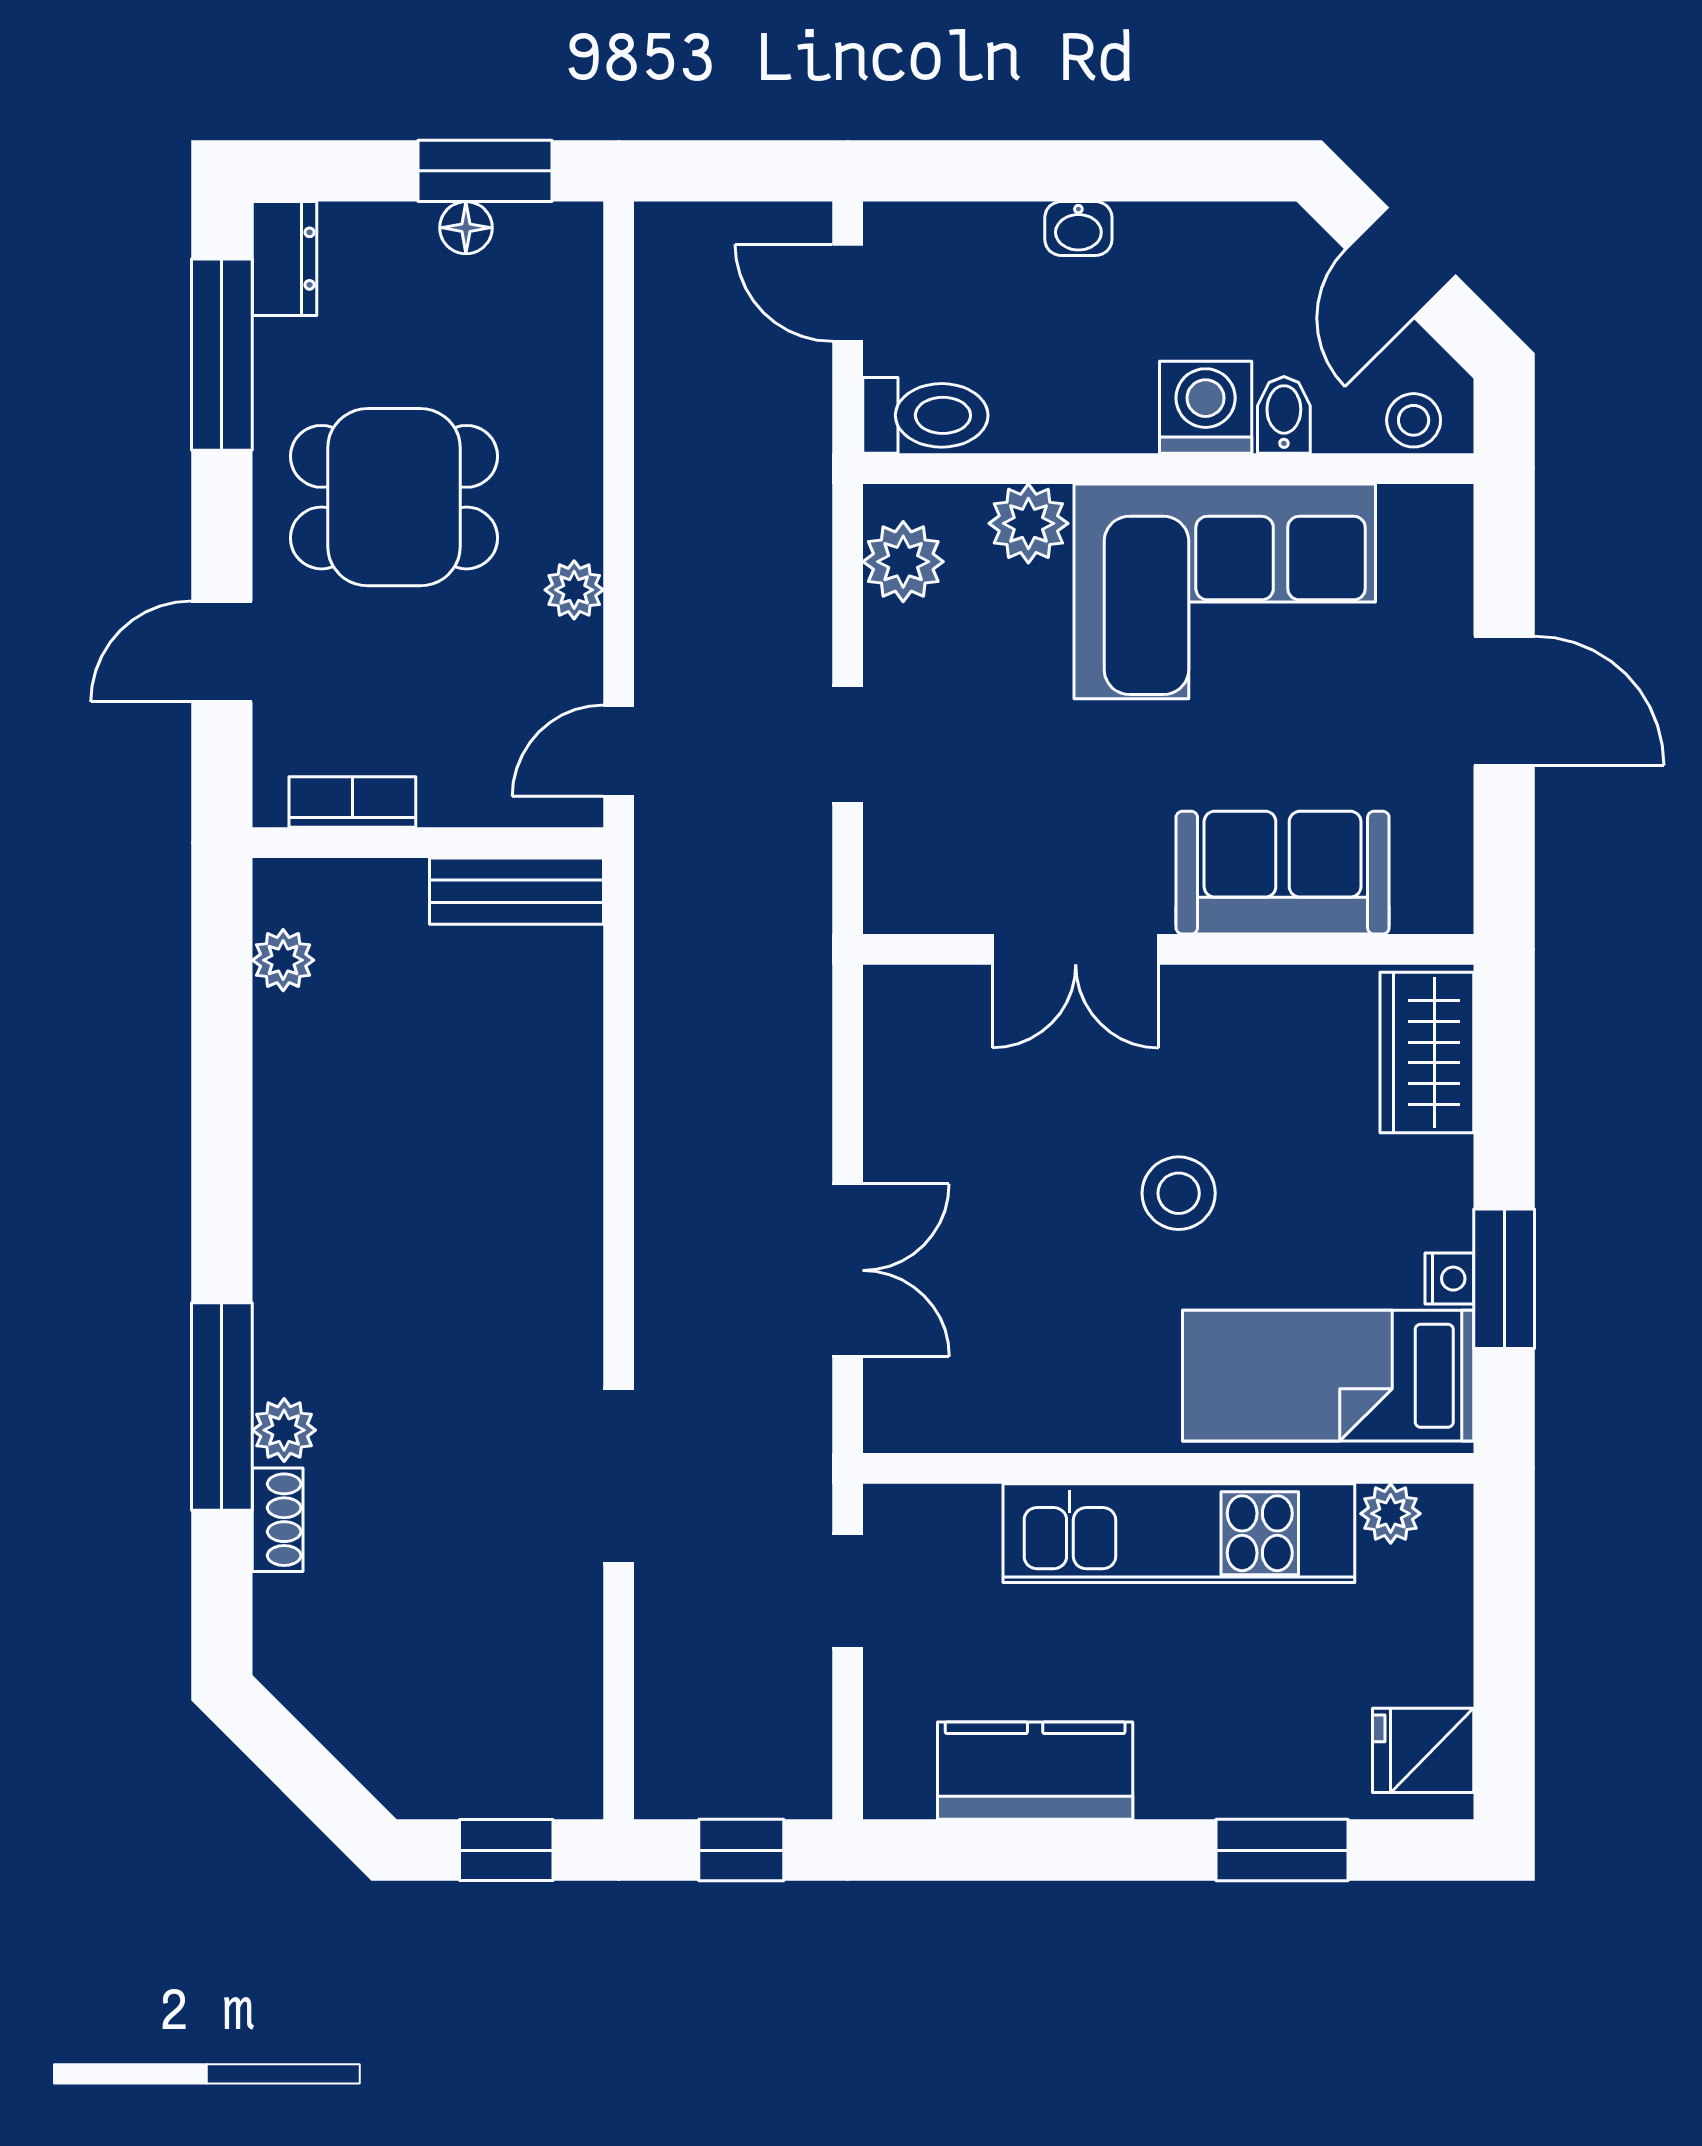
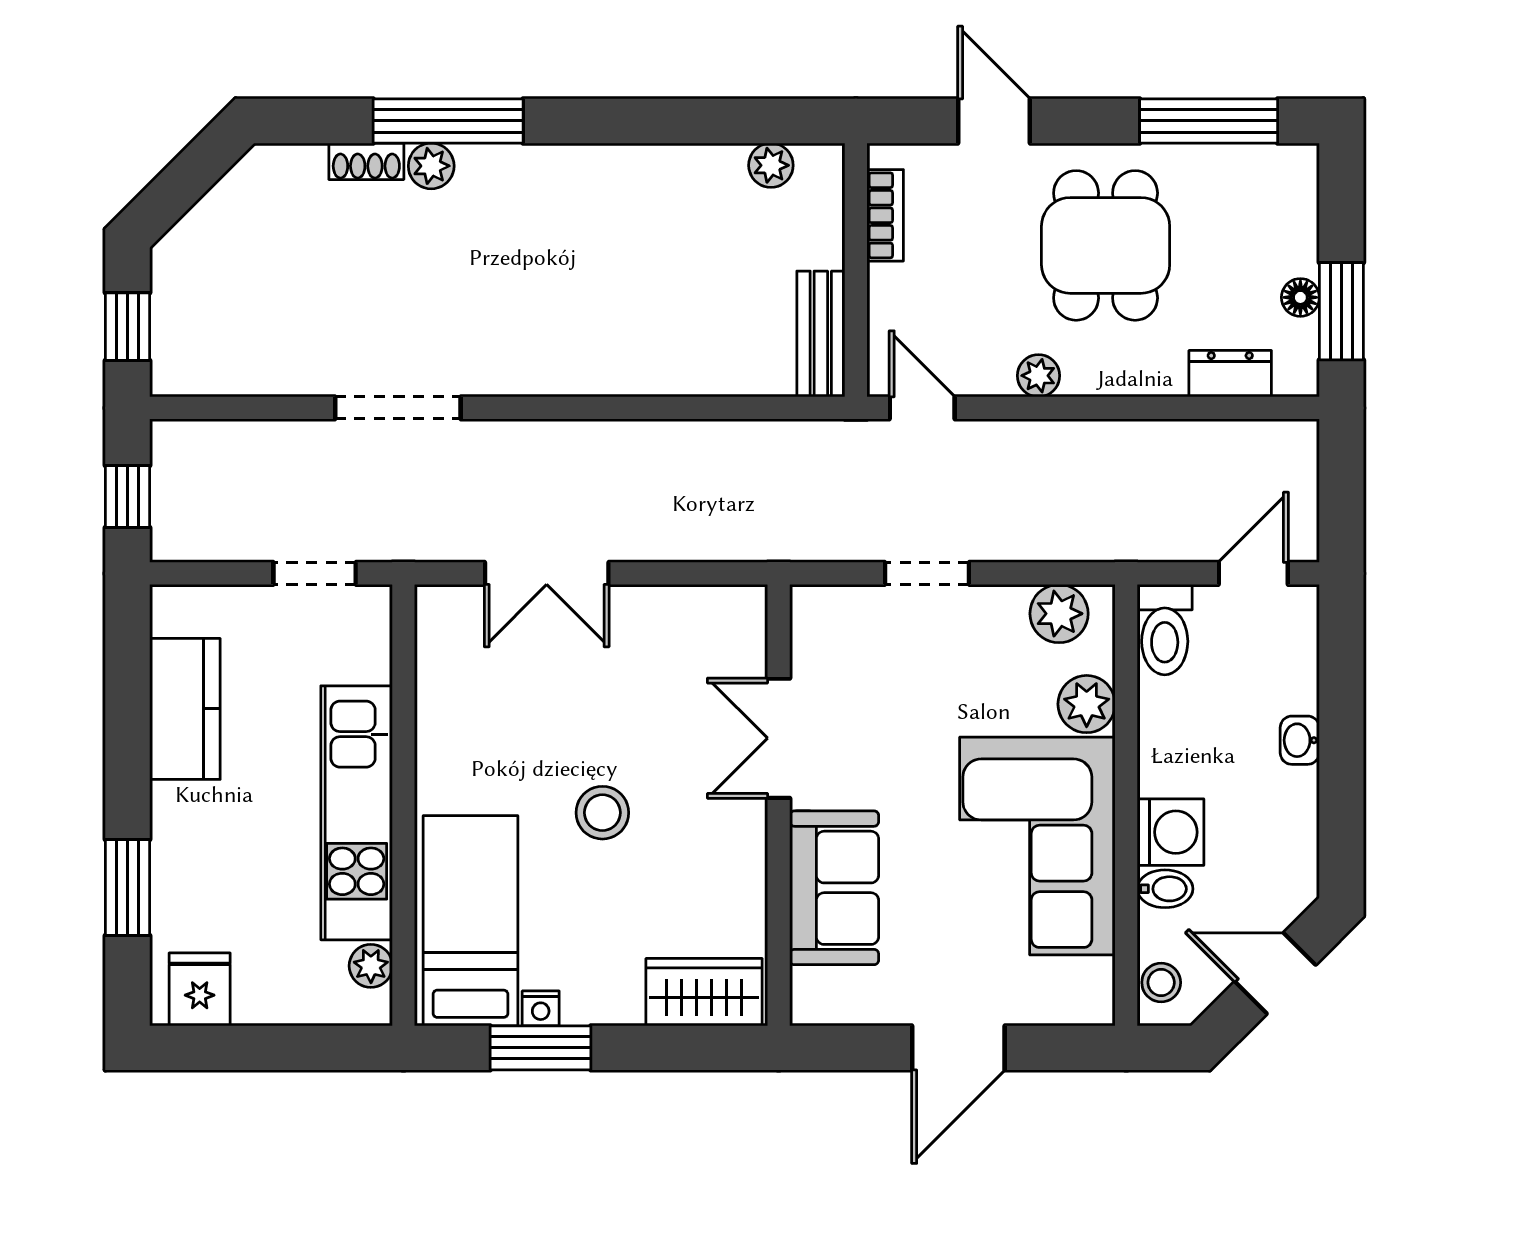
dresser: (284, 259) -> (1230, 374), moved, turned 180

